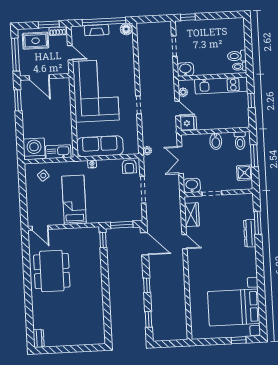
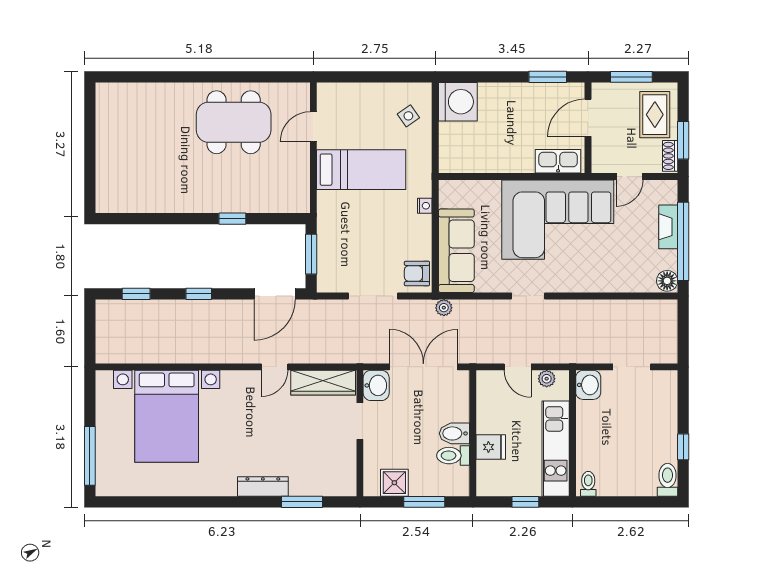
window: (188, 17) -> (683, 447), moved
window: (16, 55) -> (631, 77), width x0.69
toilet: (237, 56) -> (668, 480), moved
door: (178, 109) -> (518, 367), hinge flipped
fridge: (188, 123) -> (491, 447), moved, turned -90
toilet: (240, 141) -> (453, 456), moved
sofa: (100, 146) -> (456, 251), moved
kitchen sink: (58, 152) -> (558, 161), moved, turned -90
double door: (180, 160) -> (423, 367), width x1.37
wardrobe: (192, 215) -> (323, 383), width x1.50
door: (40, 228) -> (313, 127), moved
dresser: (250, 233) -> (263, 487), moved
window: (103, 240) -> (232, 219), moved
bed with nightstands: (234, 307) -> (167, 416), moved, turned 180
dresser: (39, 338) -> (112, 92), removed
window: (239, 340) -> (90, 456), width x2.17

